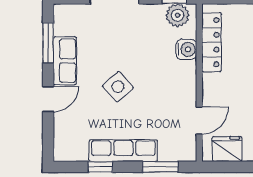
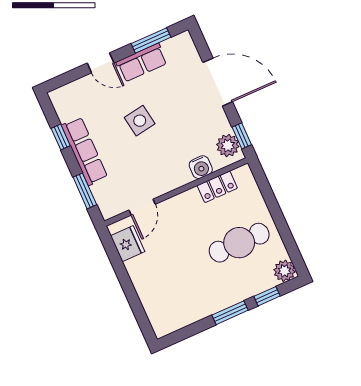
locker: (212, 42) -> (217, 187), width x0.66
side table: (118, 87) -> (140, 121), turned 33
door: (199, 120) -> (142, 207), hinge flipped

